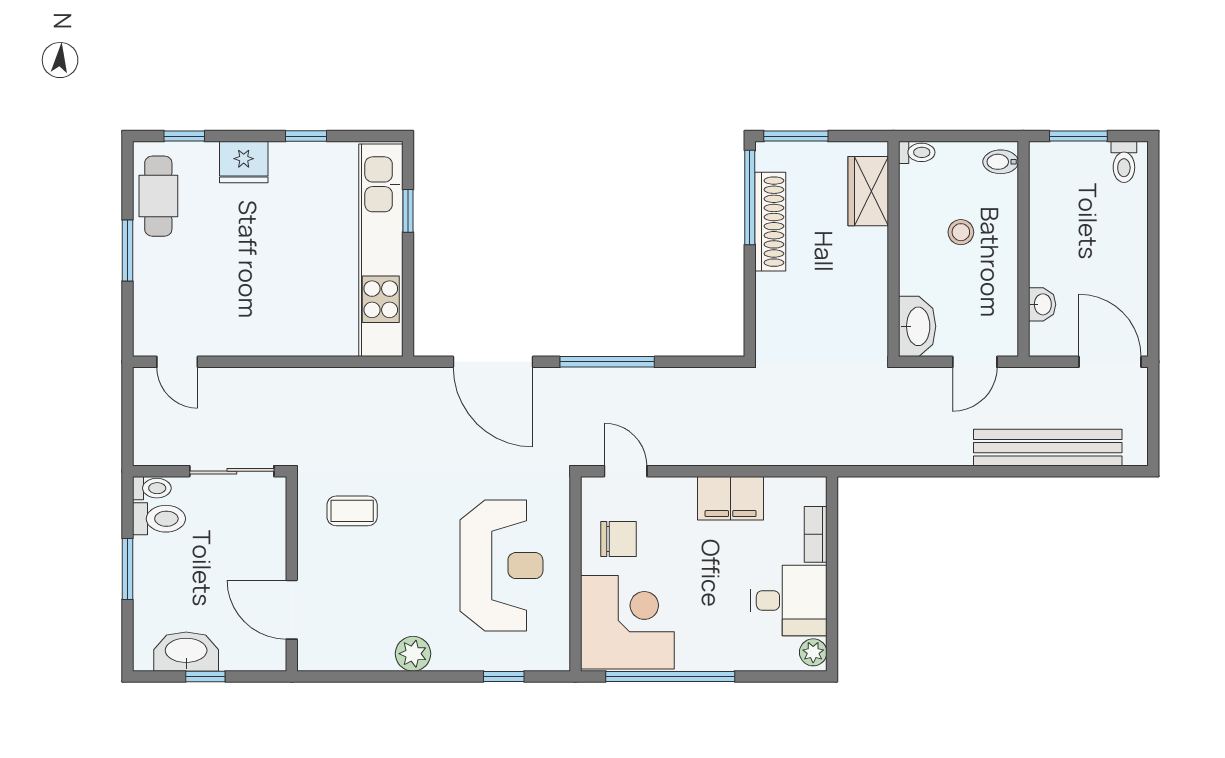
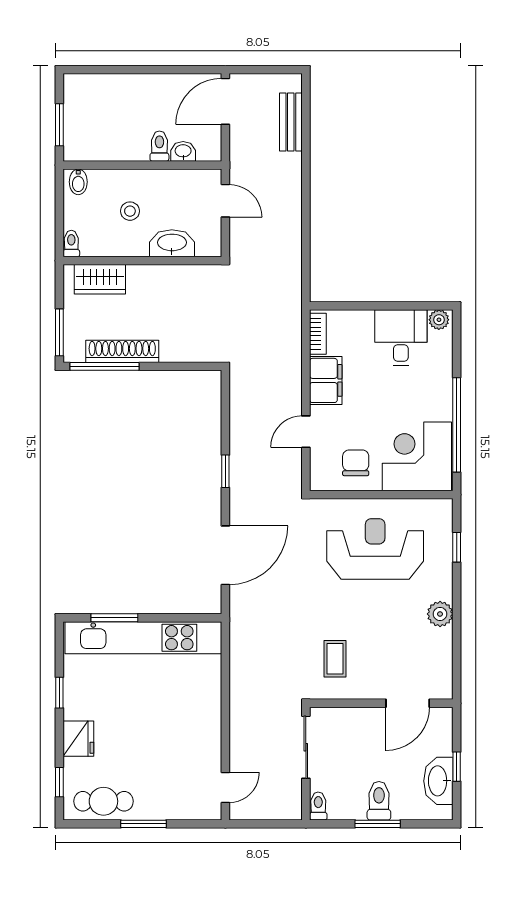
toilet: (1124, 162) -> (159, 146), moved, turned -90
window: (408, 211) -> (114, 618), width x1.50
washbasin: (917, 326) -> (172, 243), moved
window: (607, 362) -> (225, 471), width x0.46
bench: (1048, 448) -> (291, 122), width x0.54, depth x0.82
door: (626, 471) -> (306, 432), moved
toilet: (159, 519) -> (379, 801), moved
bookcase: (816, 534) -> (318, 334), moved, turned -90

